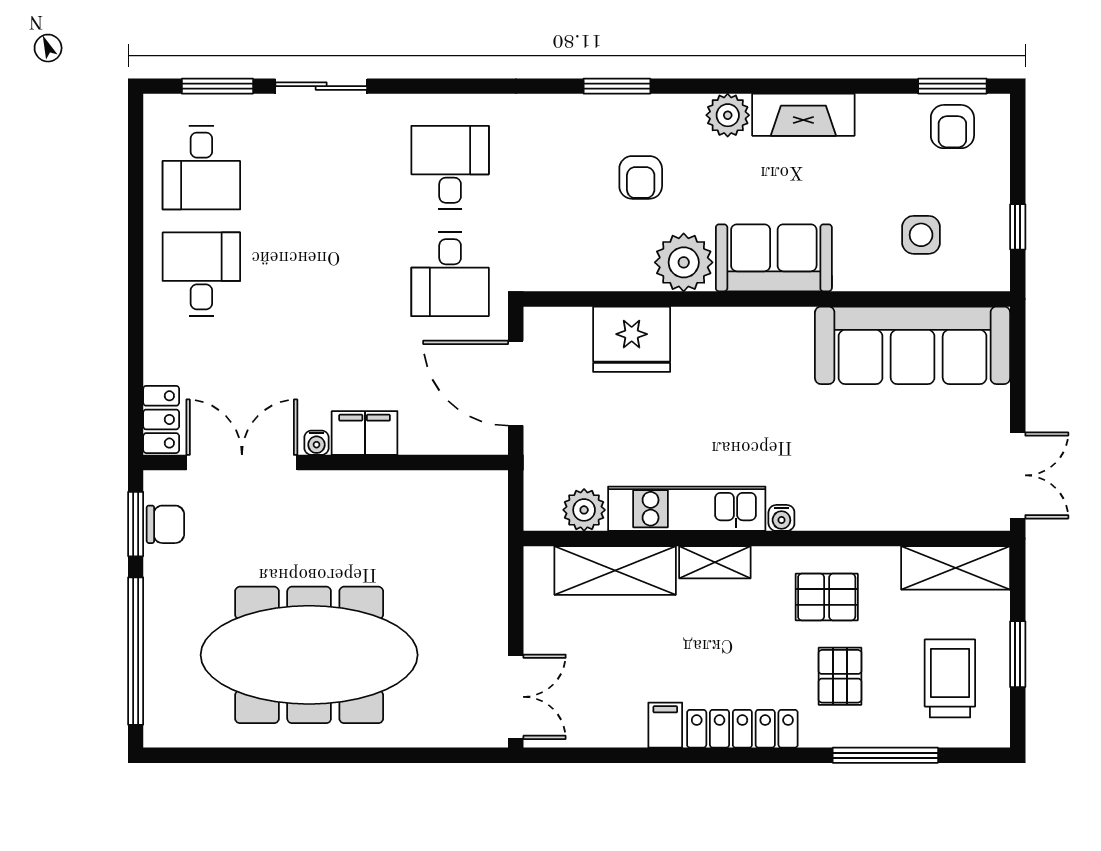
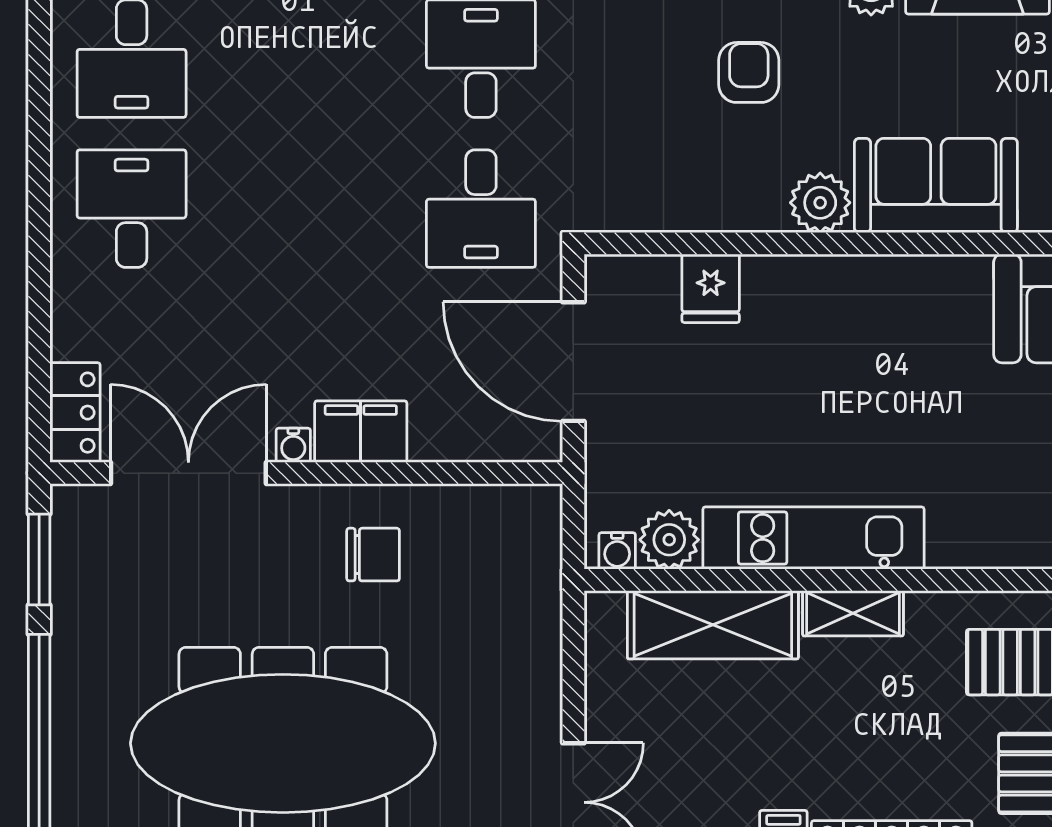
armchair: (641, 177) -> (749, 72), turned 180
plant: (684, 262) -> (820, 203), width x0.73, depth x0.73
fridge: (632, 339) -> (711, 288), width x0.53, depth x0.75
water cooler: (781, 518) -> (617, 551), moved
chair: (165, 524) -> (373, 555), moved

